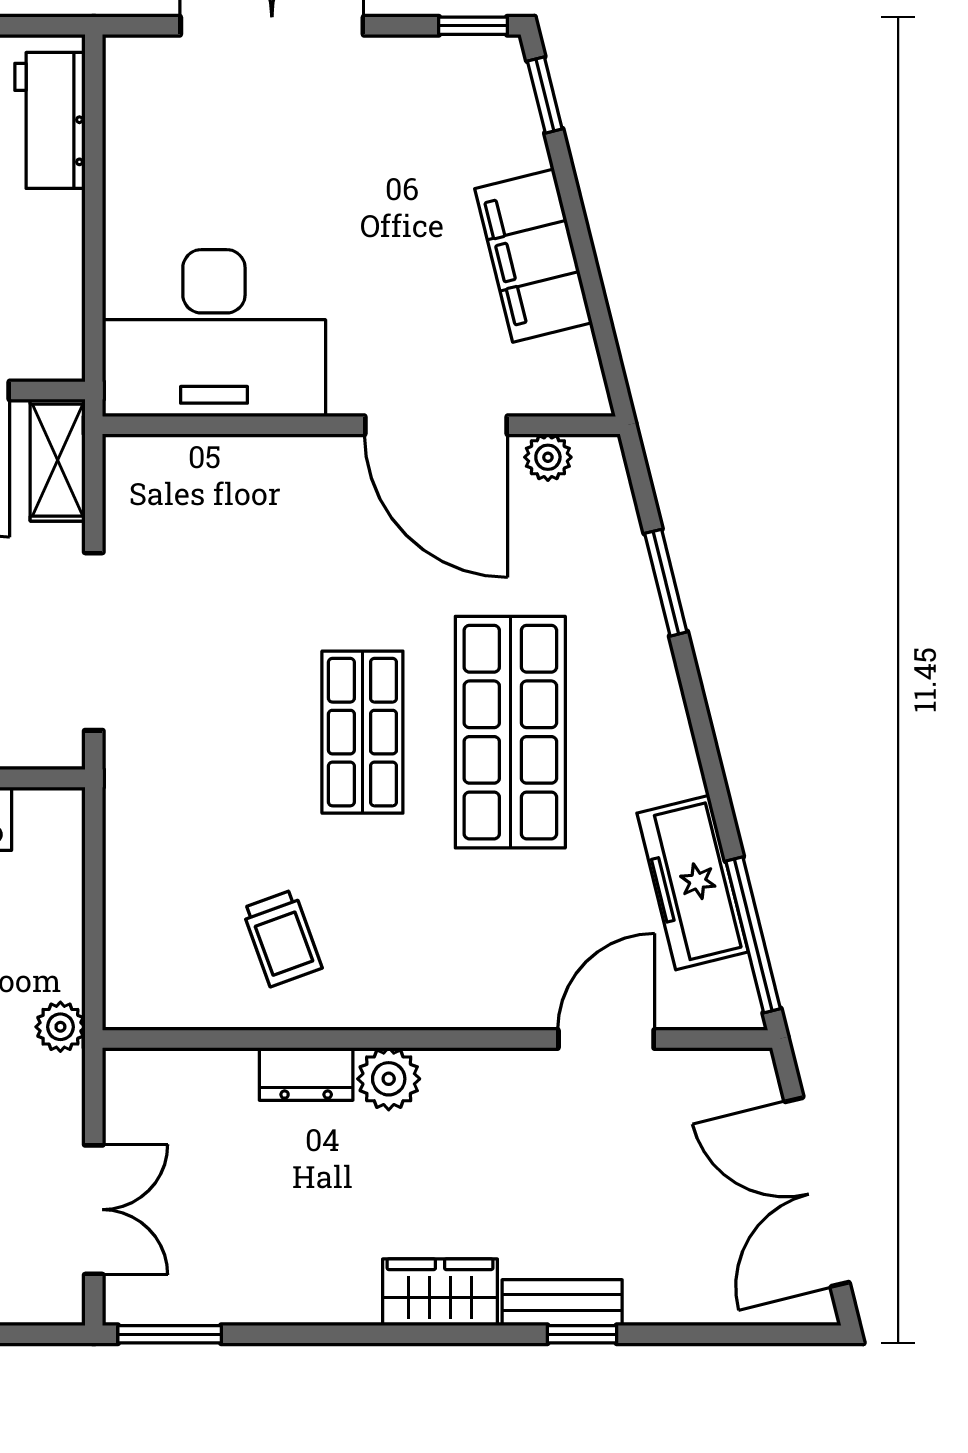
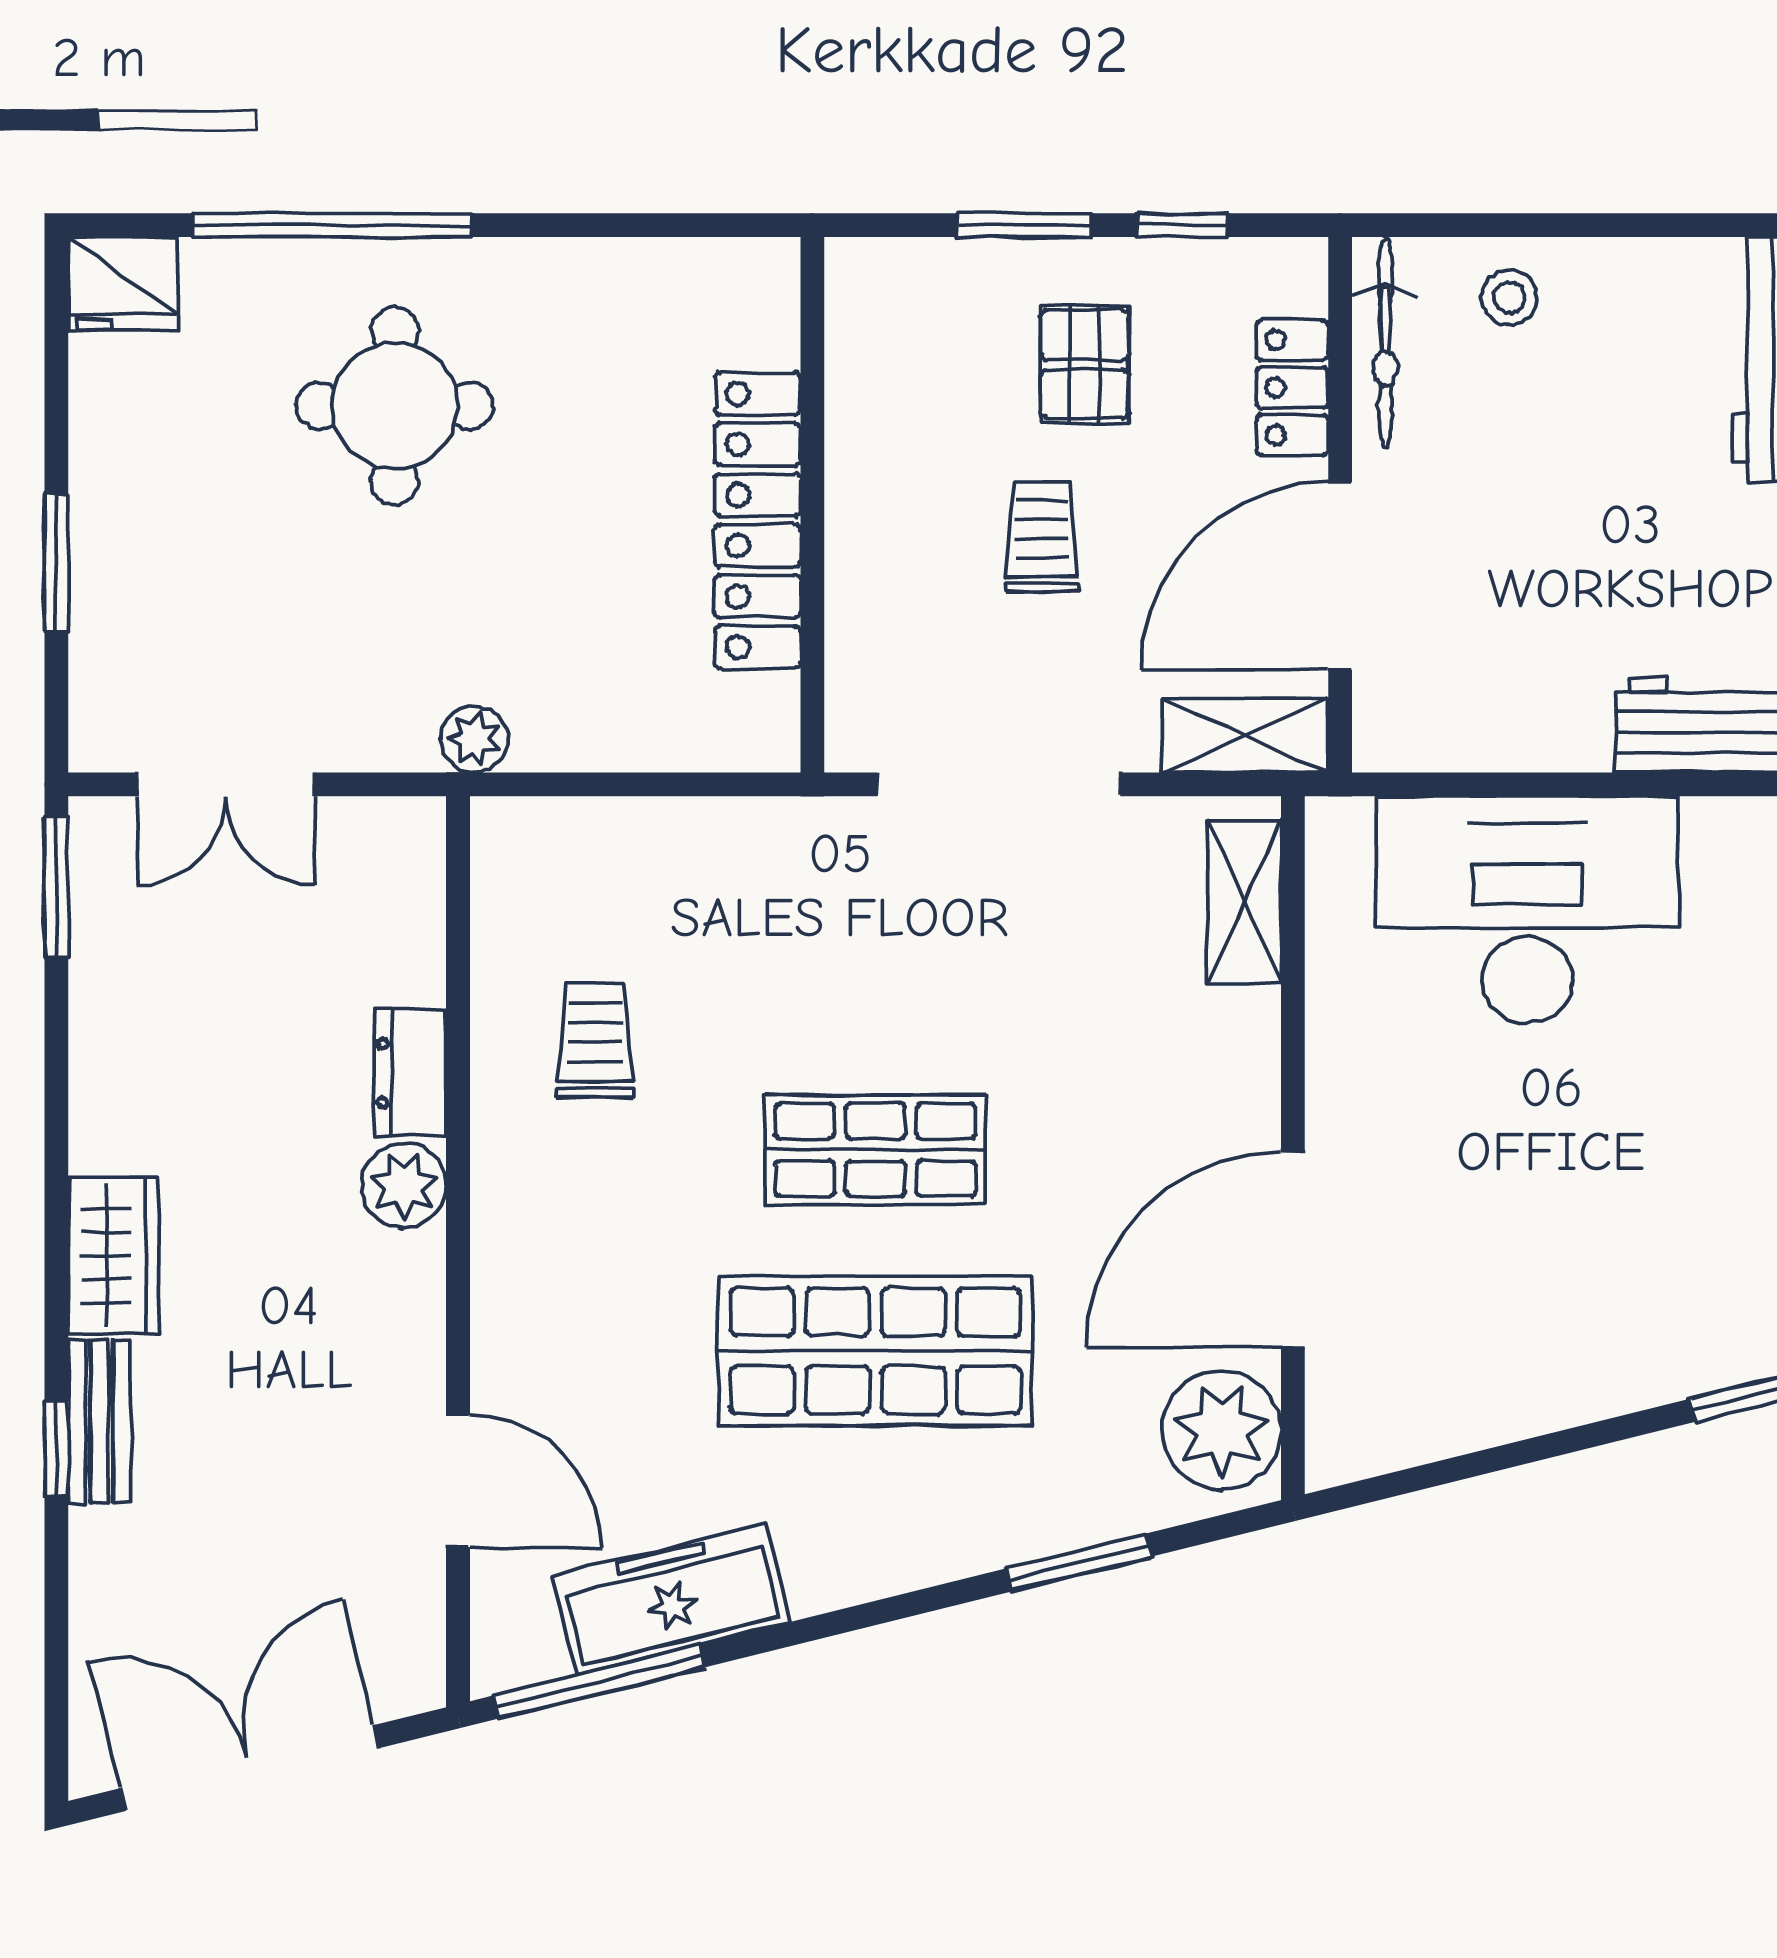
filing cabinet: (533, 256) -> (1524, 1382), removed
desk: (214, 333) -> (1527, 910), moved, turned 90
plant: (548, 457) -> (1222, 1430), width x1.88, depth x1.88
shelving: (180, 461) -> (1244, 902), added
trolley: (282, 938) -> (595, 1040), turned 110

